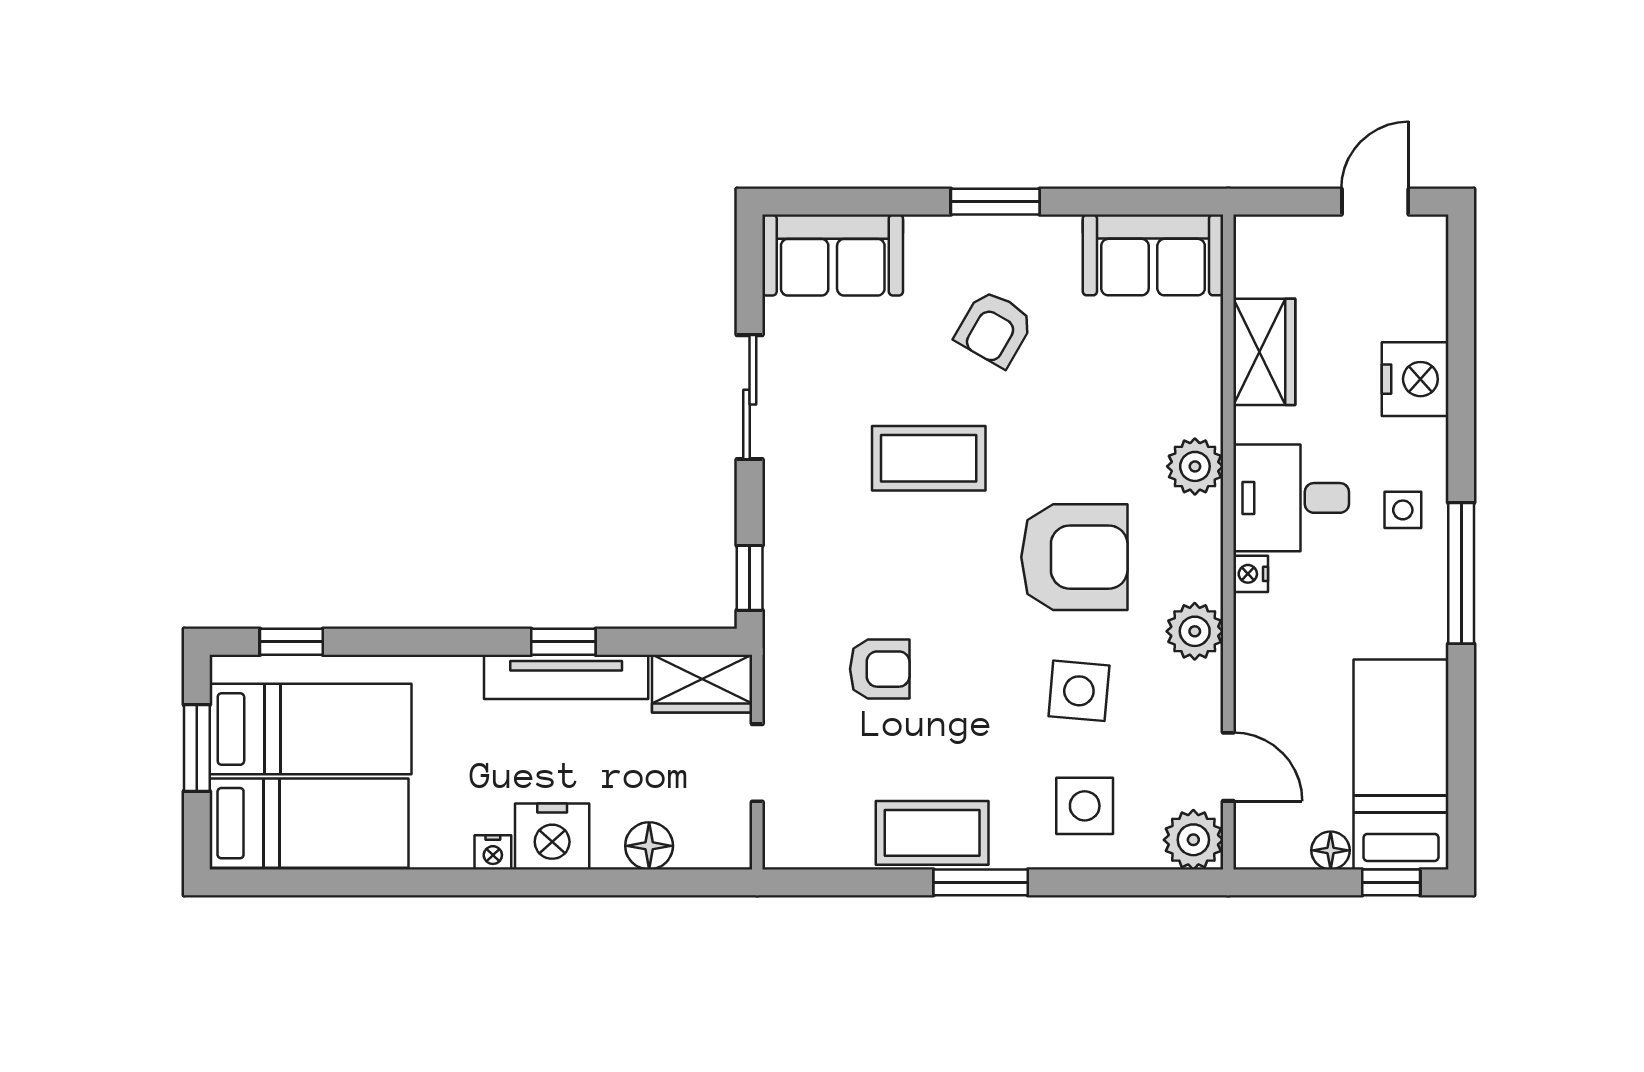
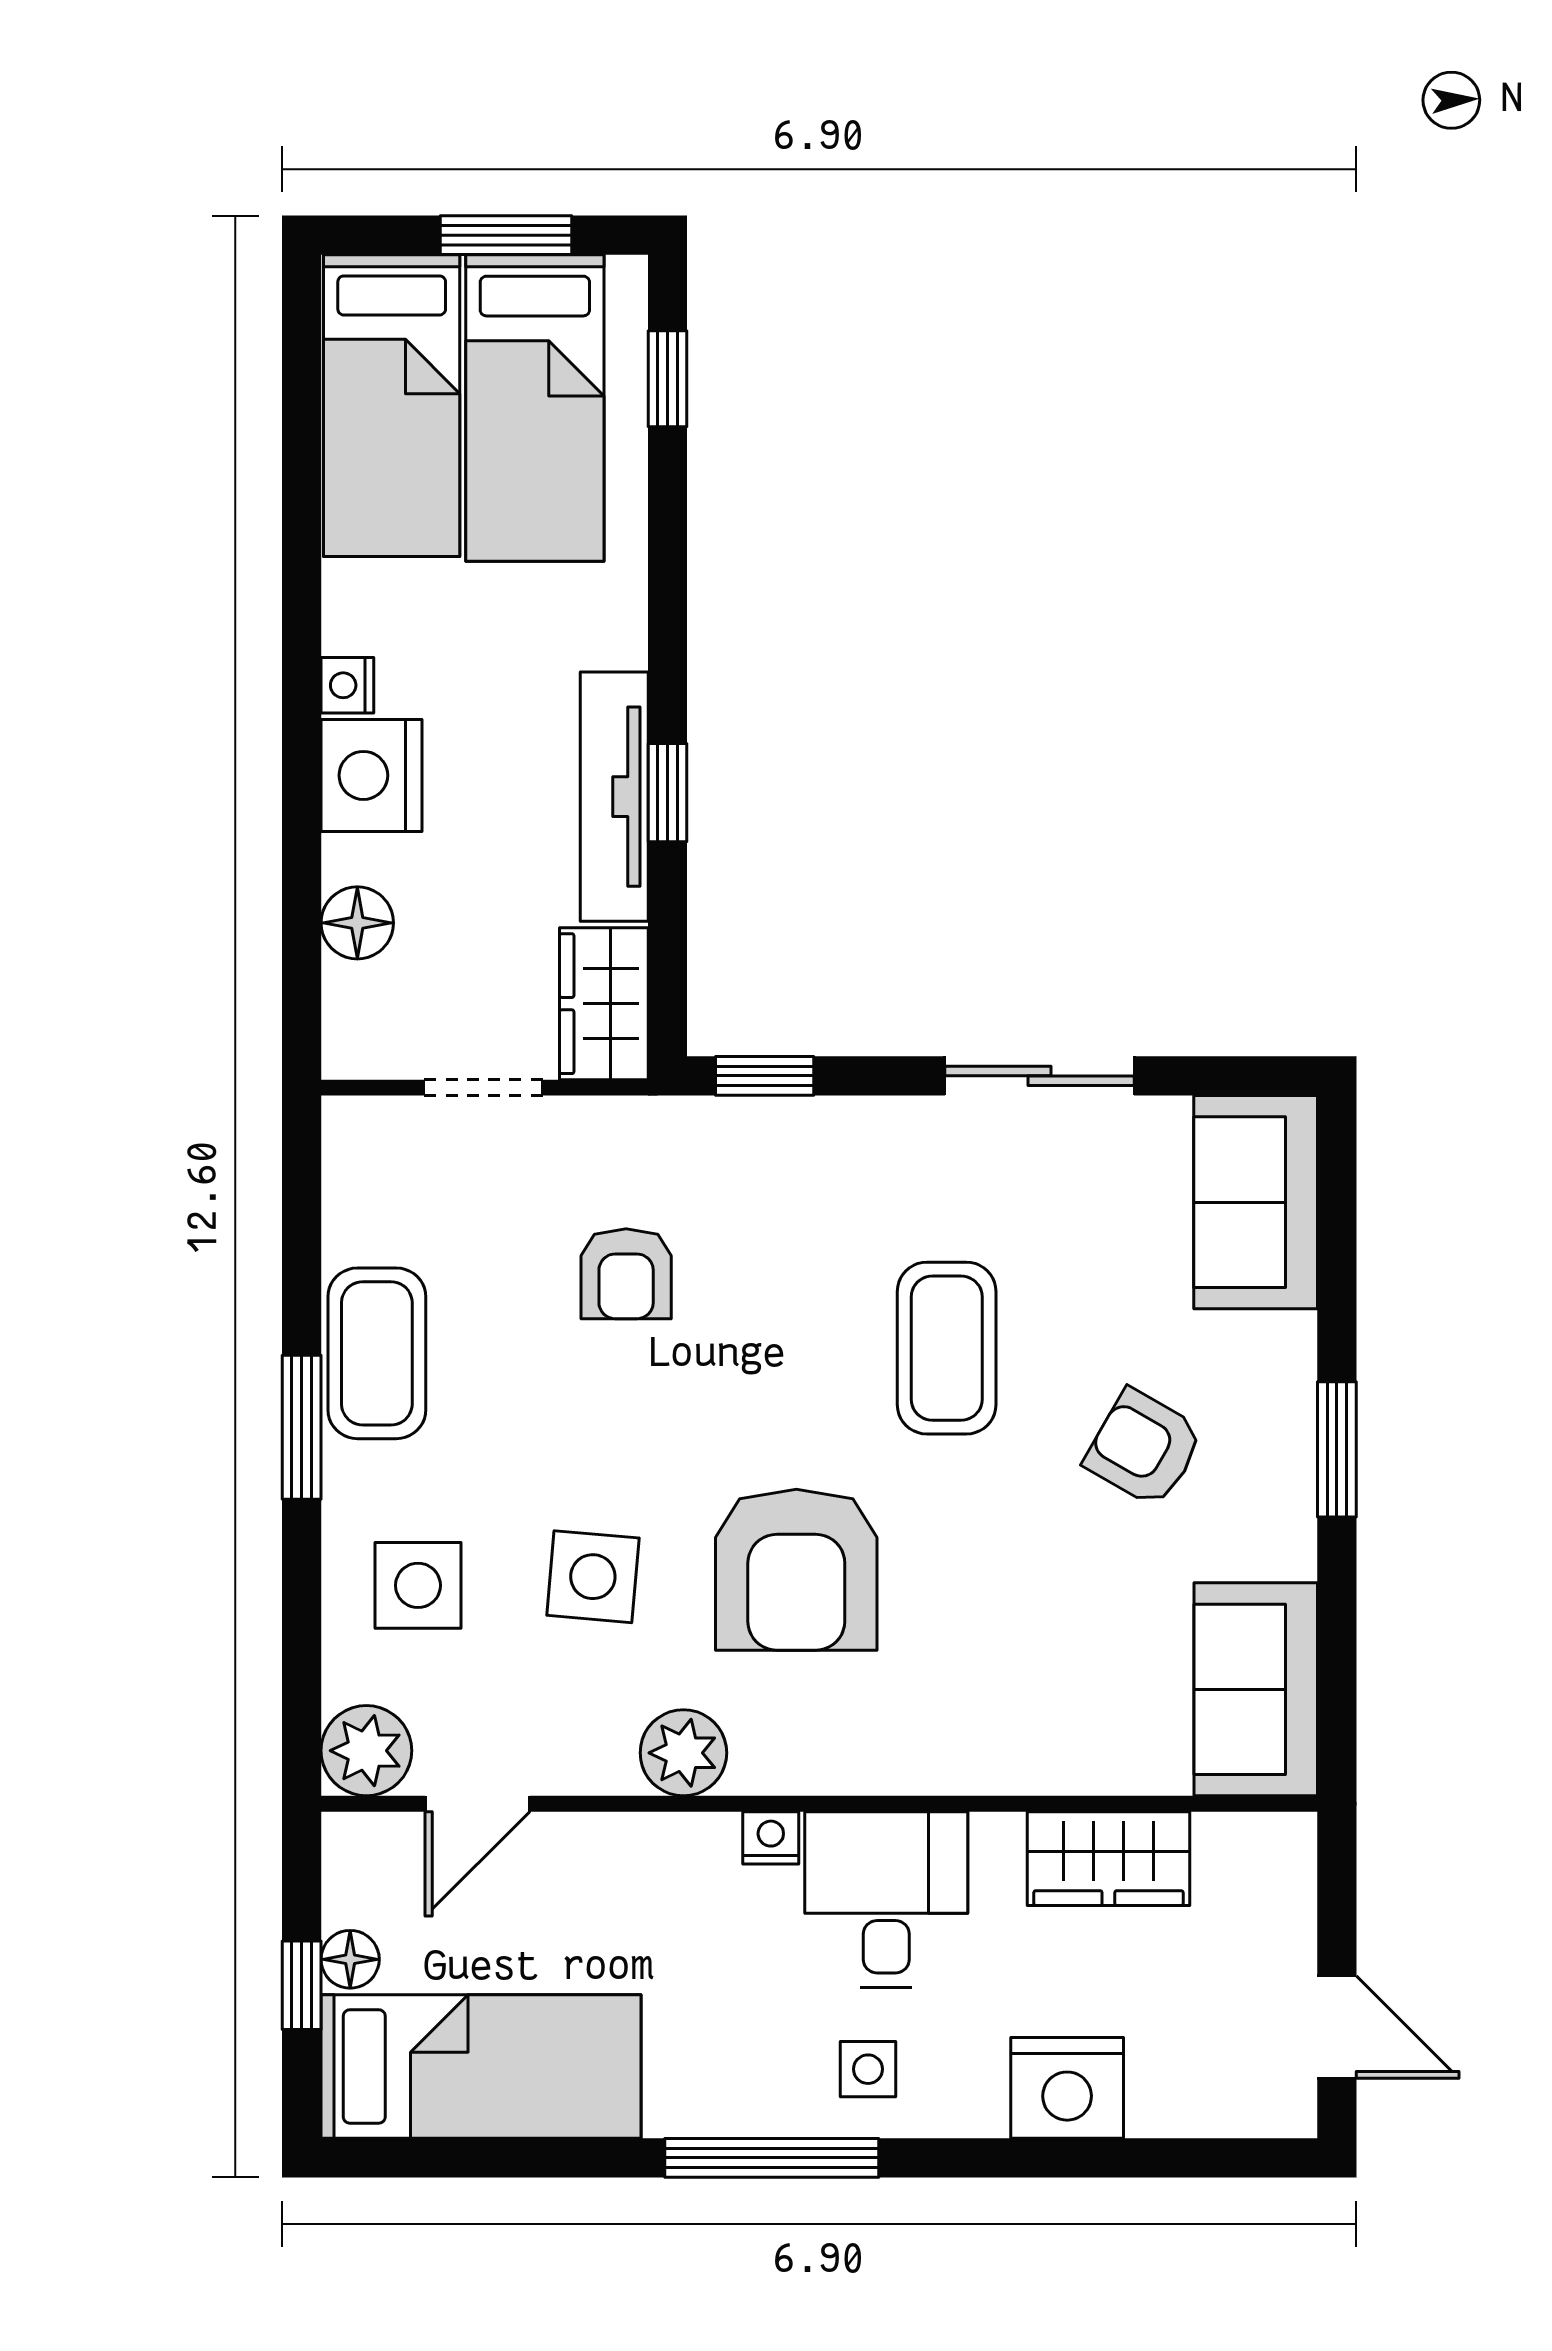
plant: (1195, 466) -> (934, 1753), removed
window: (1391, 882) -> (302, 1985), moved

